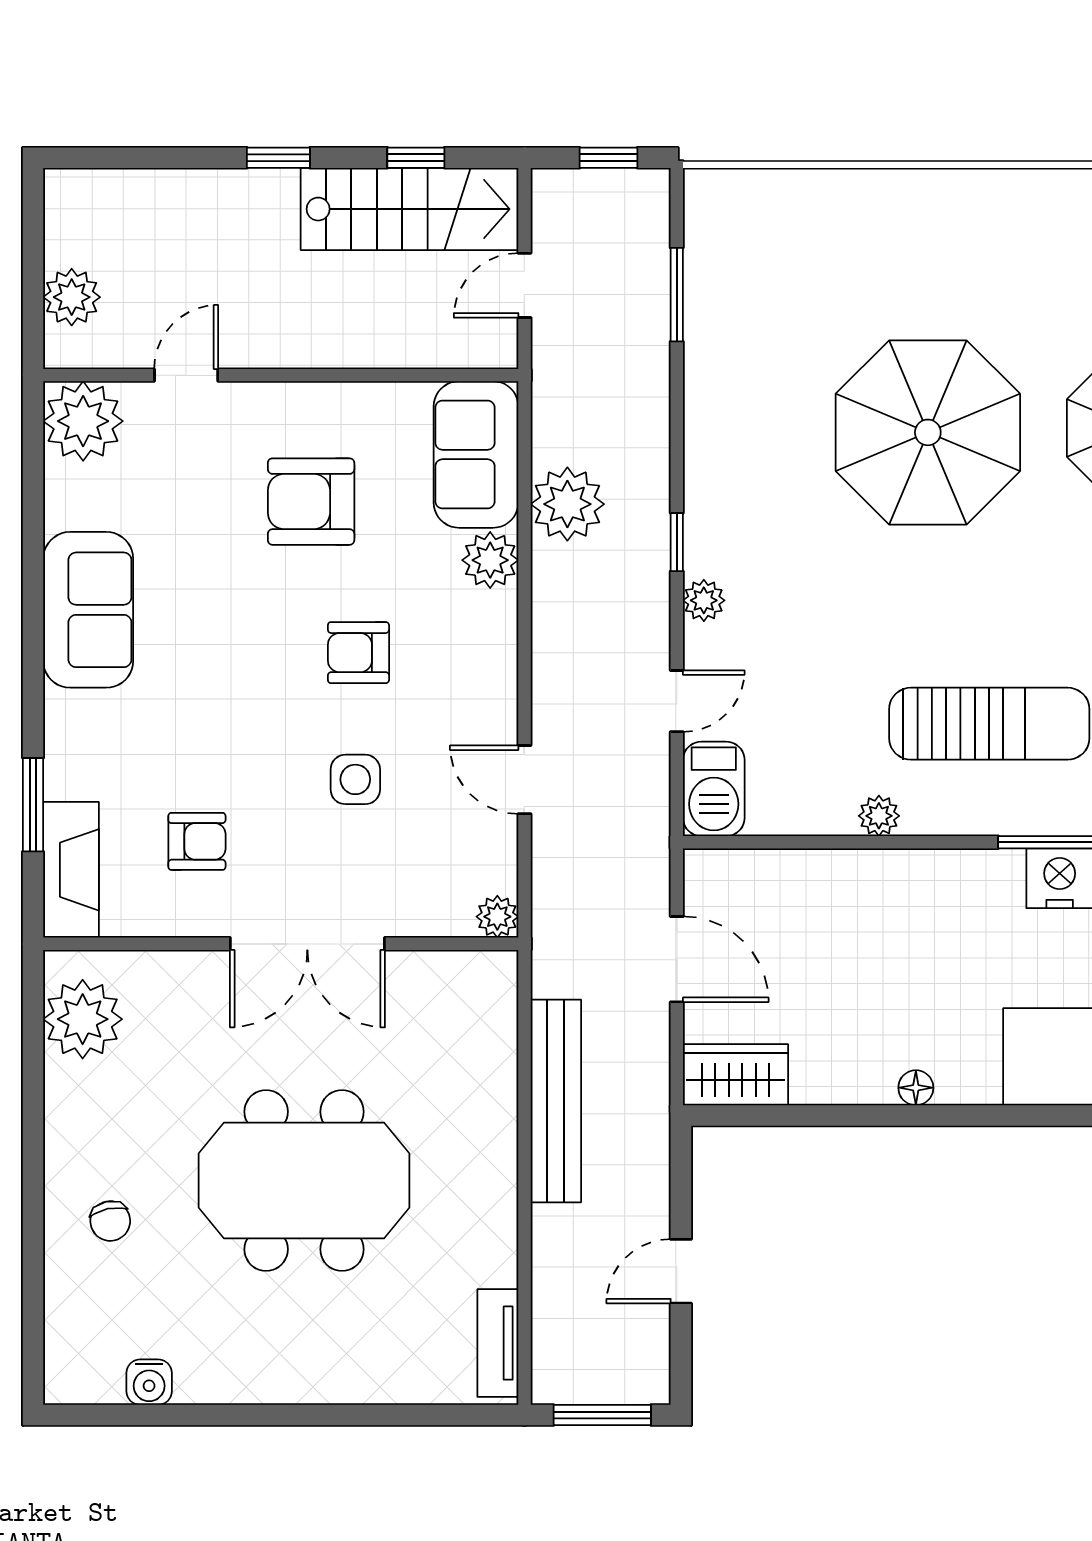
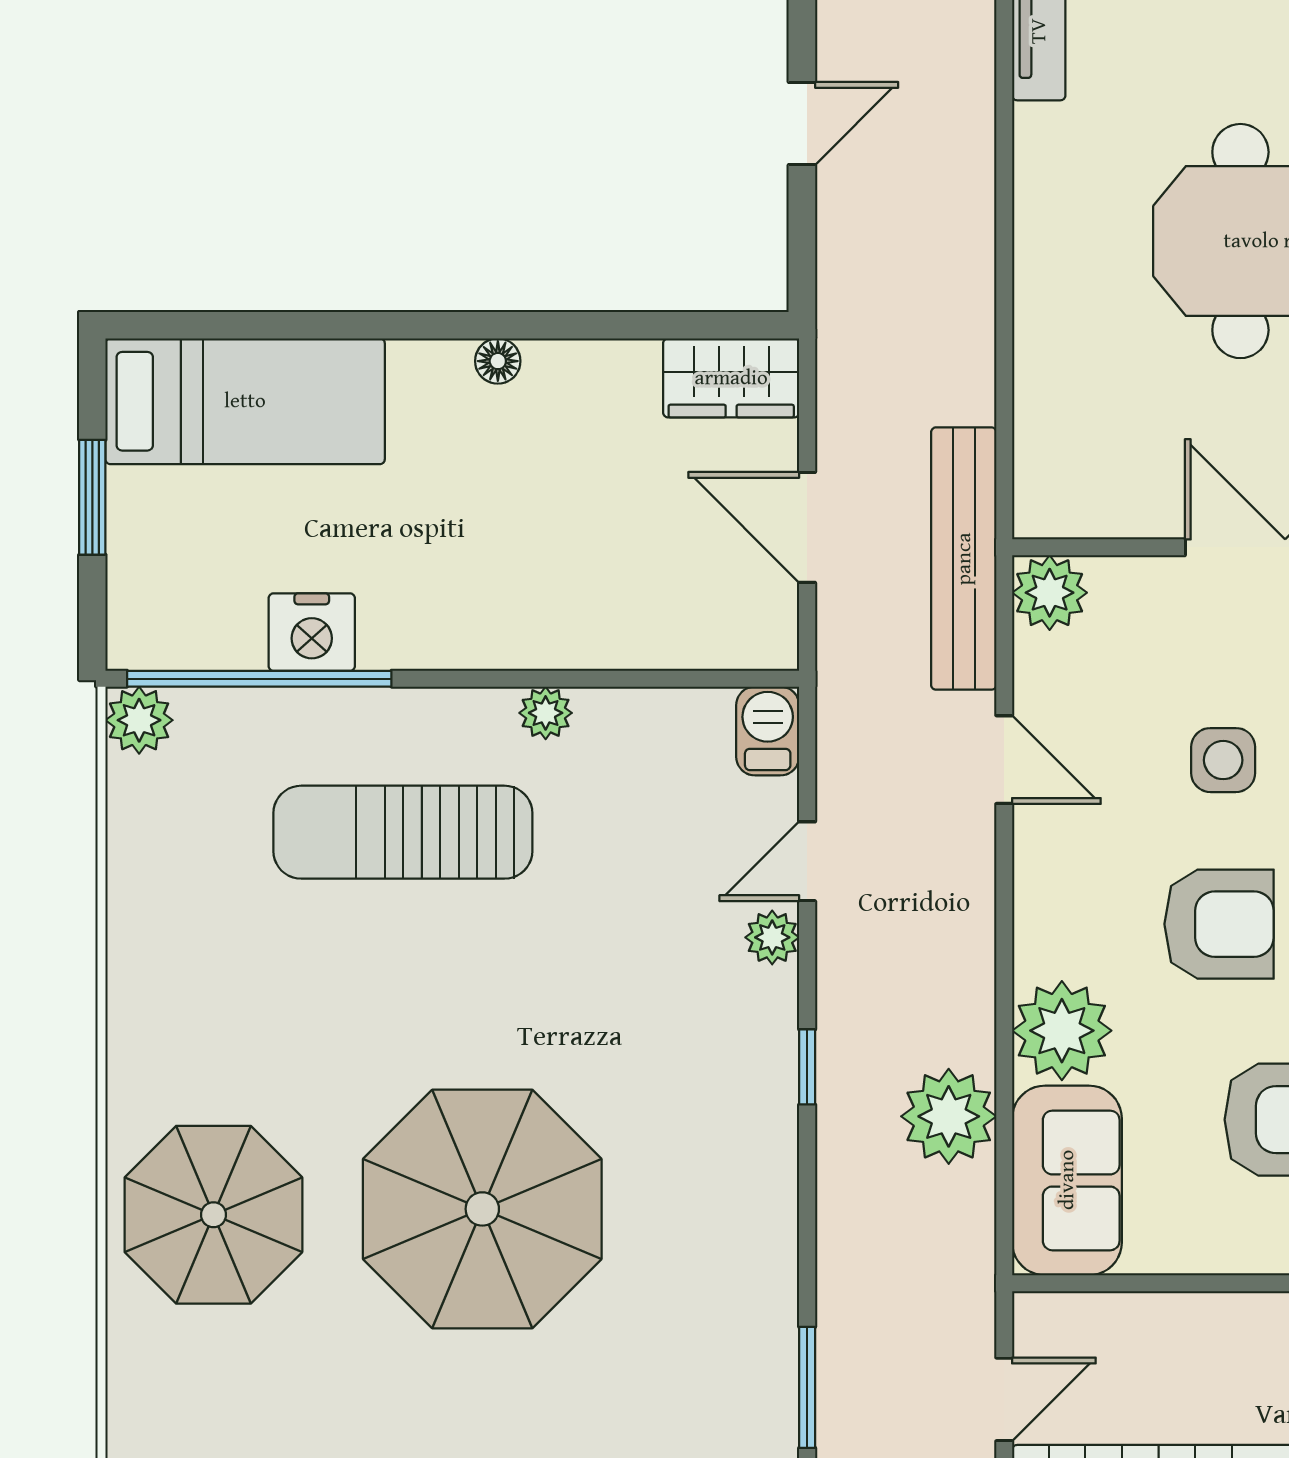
plant: (490, 560) -> (1062, 1031), width x1.36, depth x1.36
plant: (704, 600) -> (772, 937), moved
armchair: (358, 653) -> (1219, 924), width x1.38, depth x1.38
barbecue: (714, 789) -> (768, 731), width x0.73, depth x0.79
plant: (497, 917) -> (1050, 593), width x1.38, depth x1.38
bench: (556, 1101) -> (964, 559), moved

